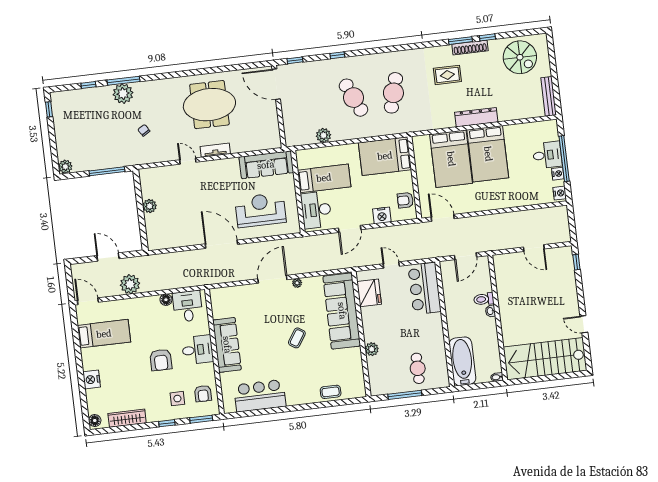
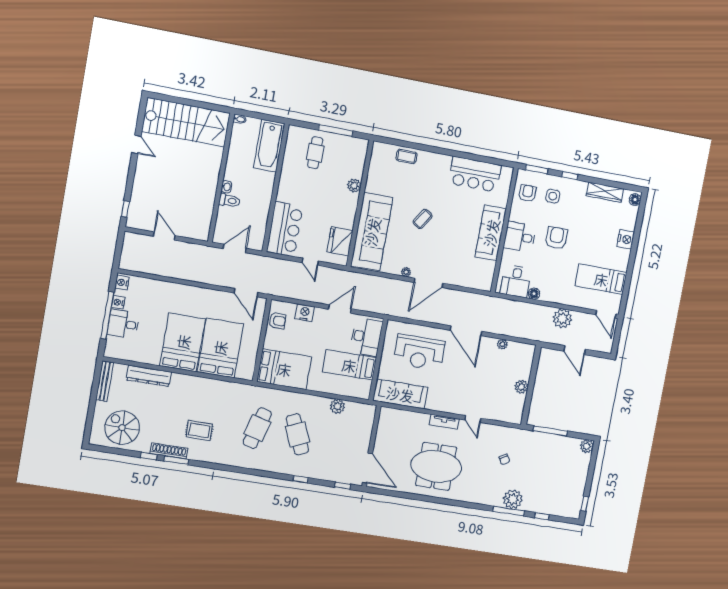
dresser: (476, 117) -> (149, 376), moved
plant: (182, 242) -> (502, 344), added

